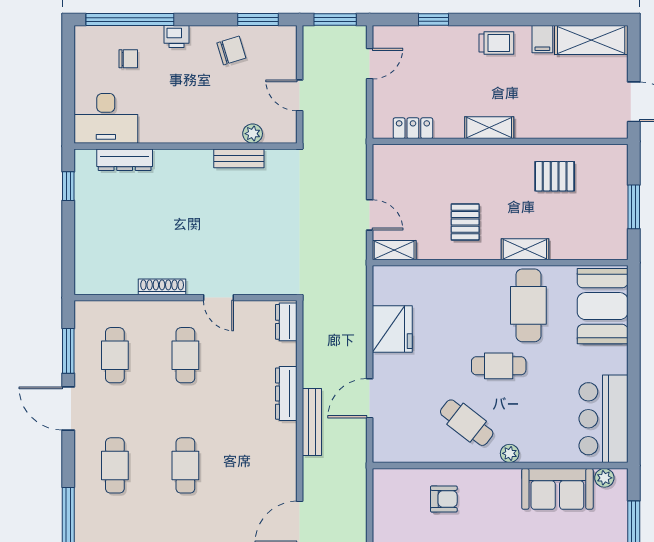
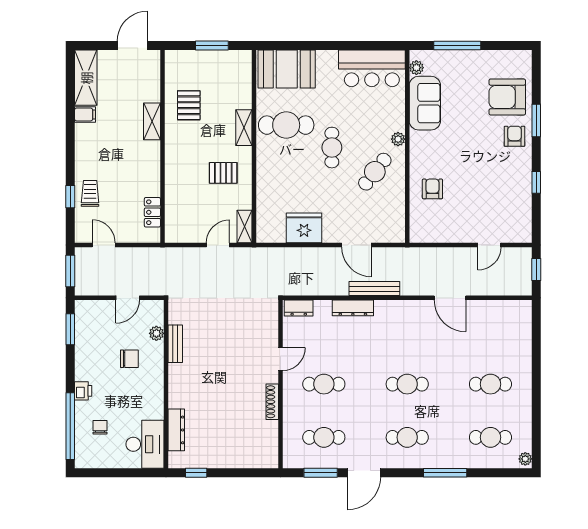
trolley: (496, 43) -> (90, 193), moved
chair: (231, 50) -> (129, 359), moved, turned 107
shelving: (489, 128) -> (152, 121), moved

